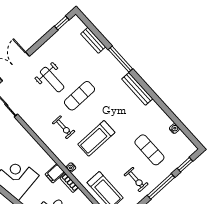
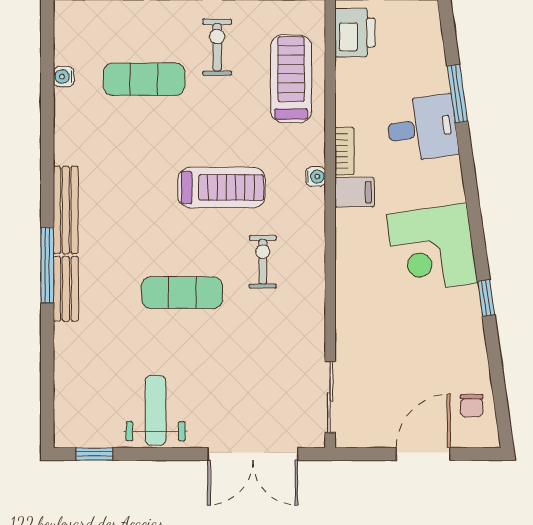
bench: (93, 40) -> (66, 289), moved
window: (120, 59) -> (47, 265), moved
weight bench: (52, 80) -> (156, 410), moved
exercise mat: (149, 150) -> (144, 79), turned 90

